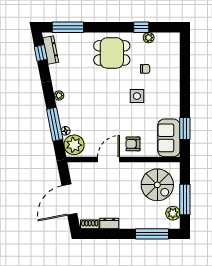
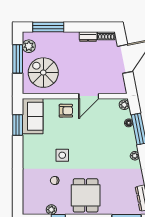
dining table: (112, 53) -> (86, 195), turned 90
plant: (74, 145) -> (124, 105), width x0.53, depth x0.53

